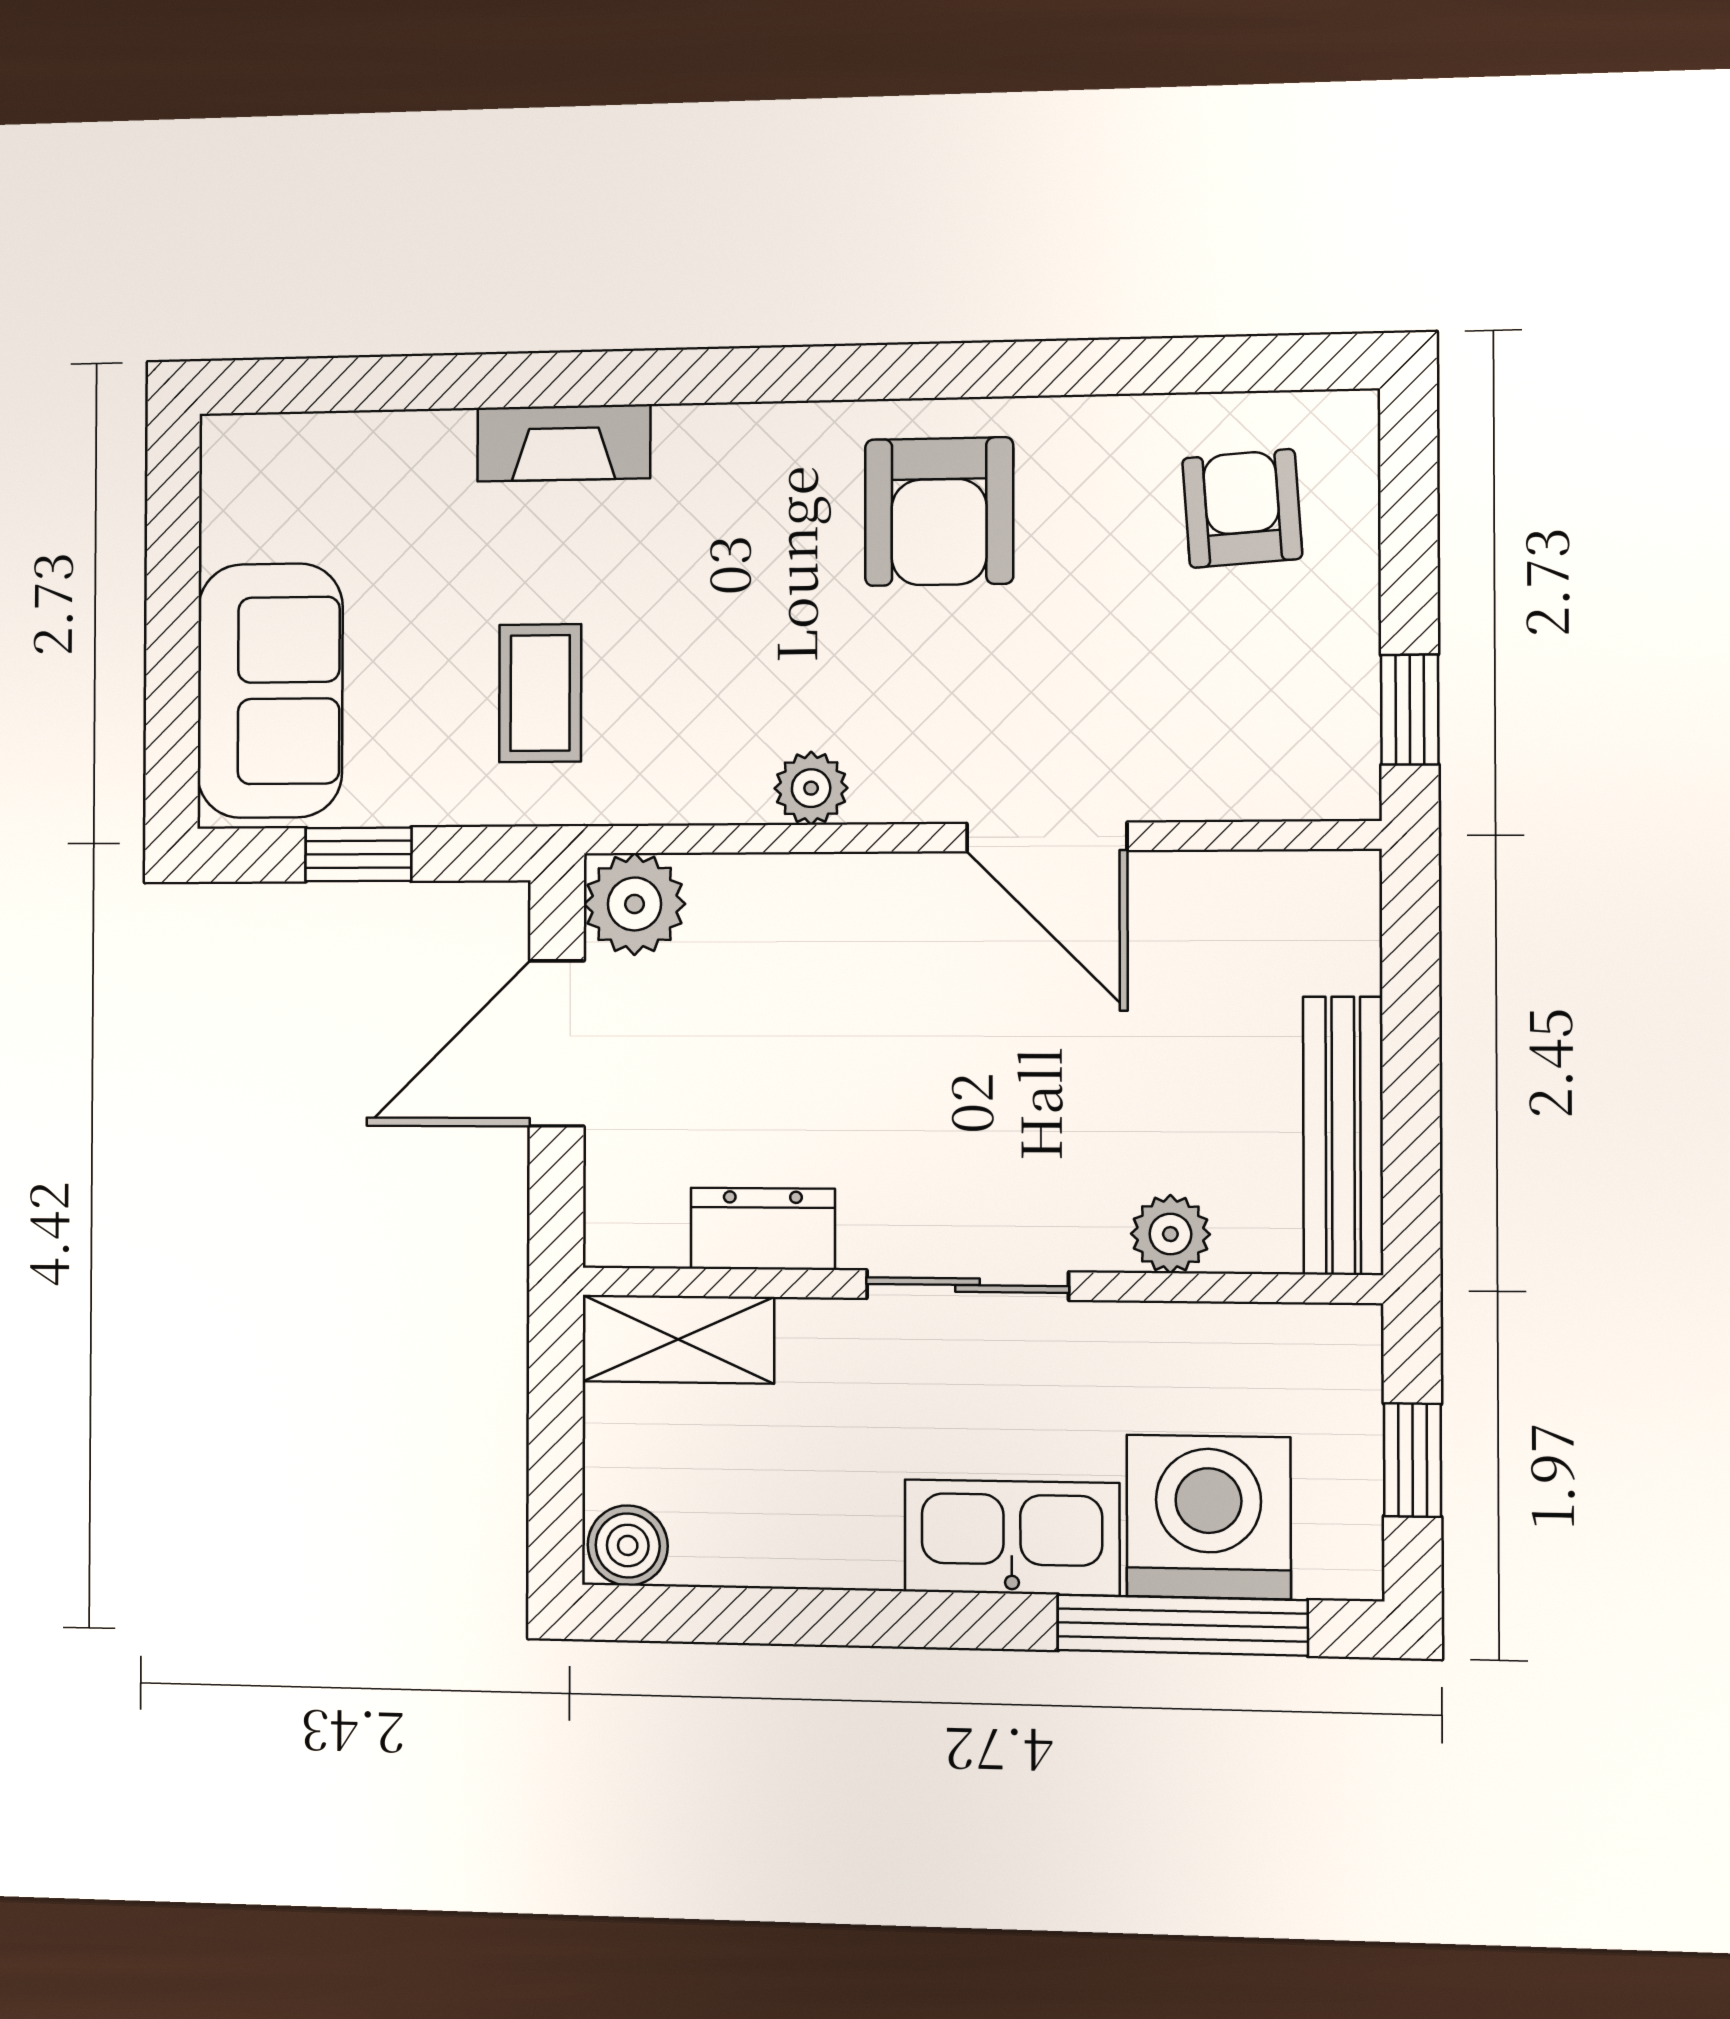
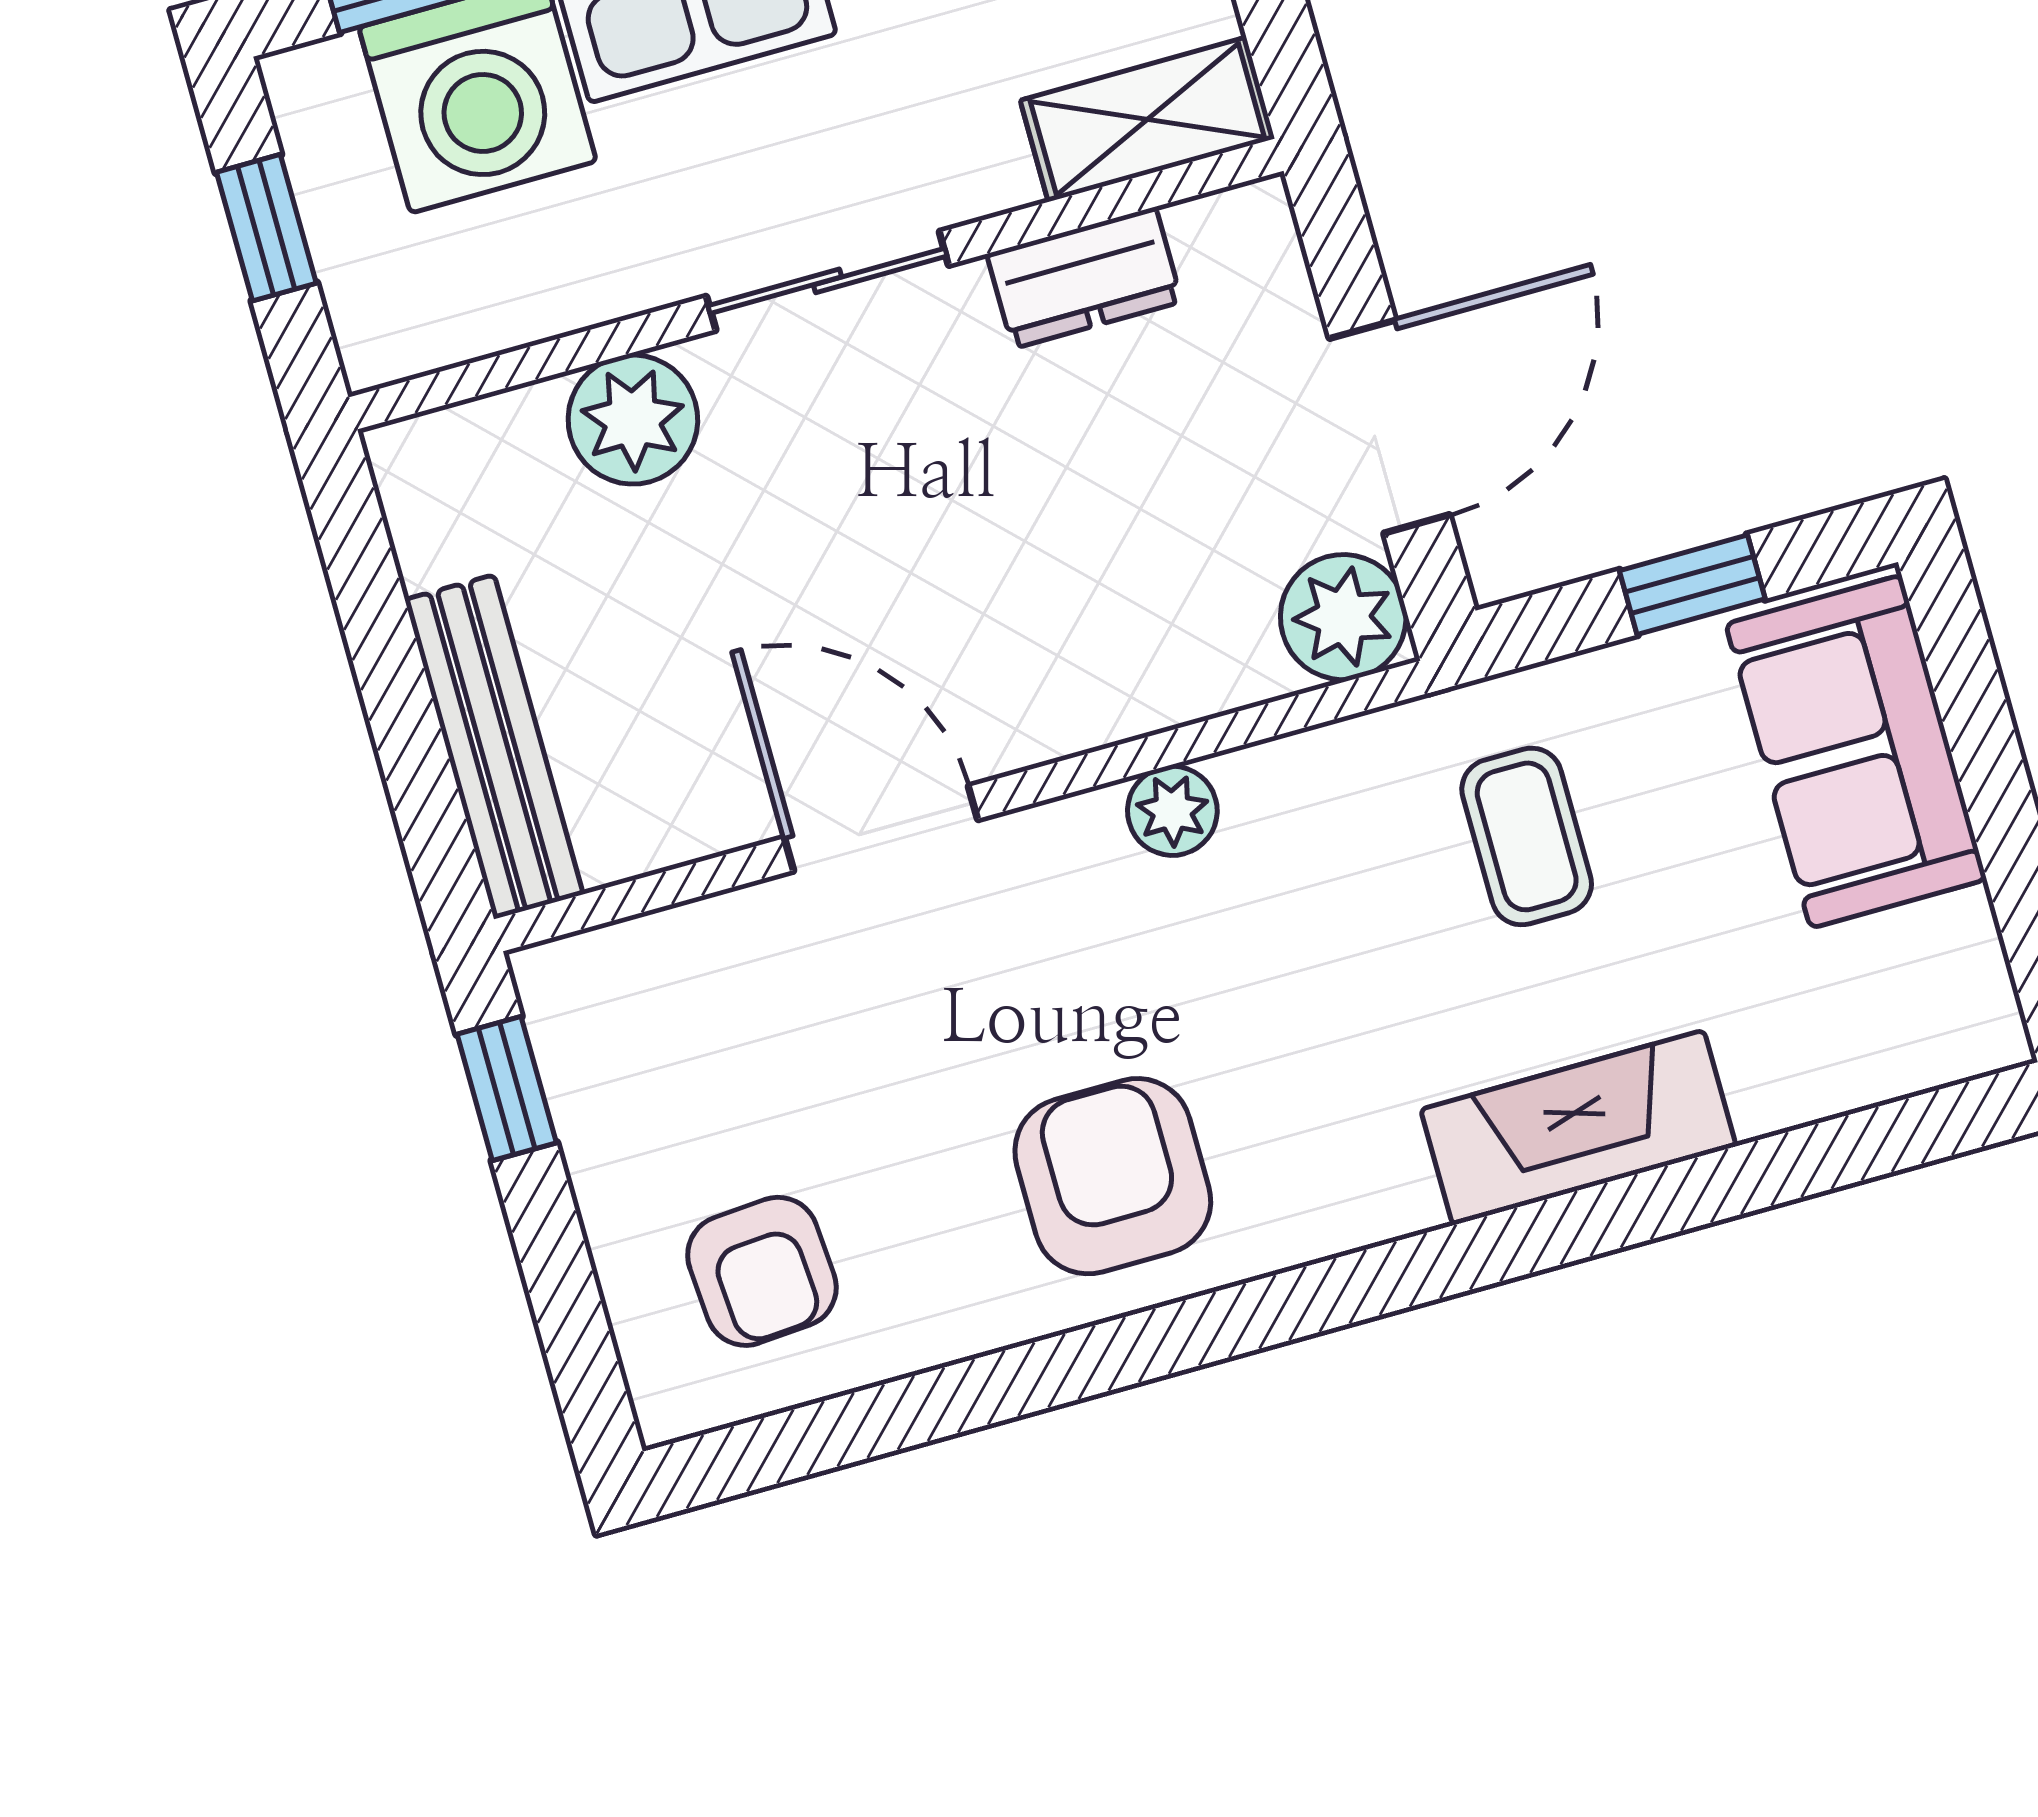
fireplace: (564, 443) -> (1578, 1128), width x1.37, depth x1.32
bench: (1343, 1136) -> (494, 747), moved
plant: (1170, 1234) -> (633, 420), width x1.38, depth x1.38

